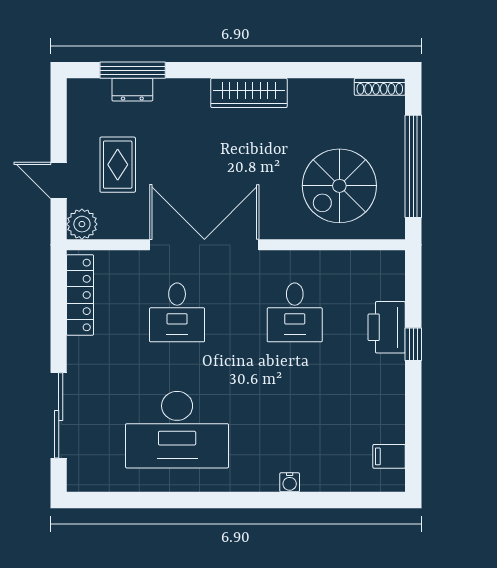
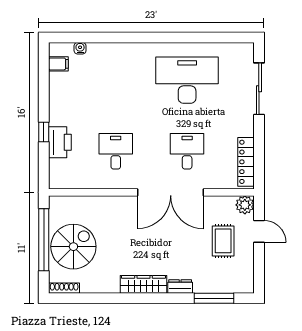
dresser: (132, 90) -> (180, 286), moved
spiral stairs: (339, 186) -> (73, 247), moved
water cooler: (290, 482) -> (80, 48), moved

